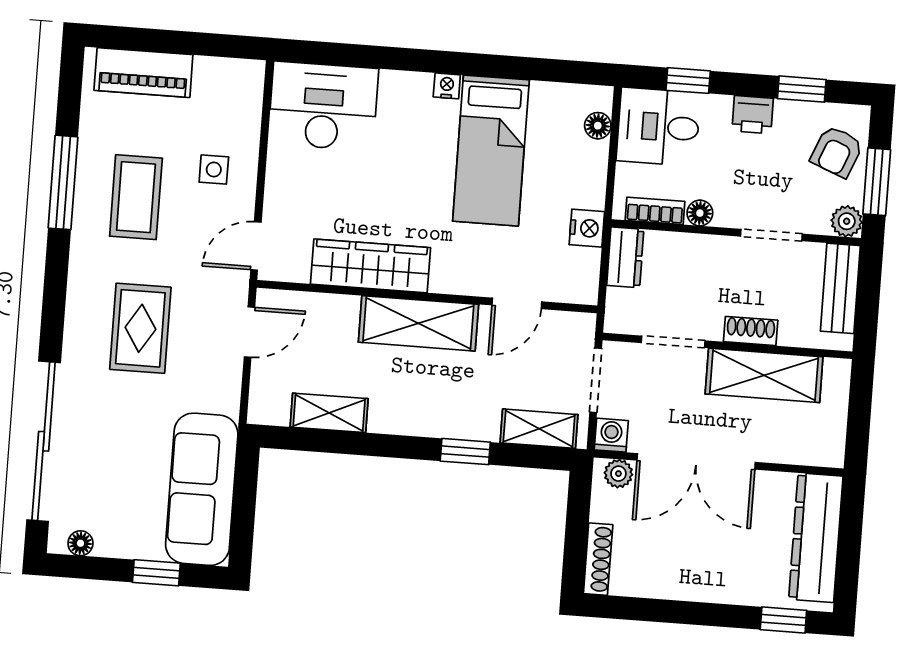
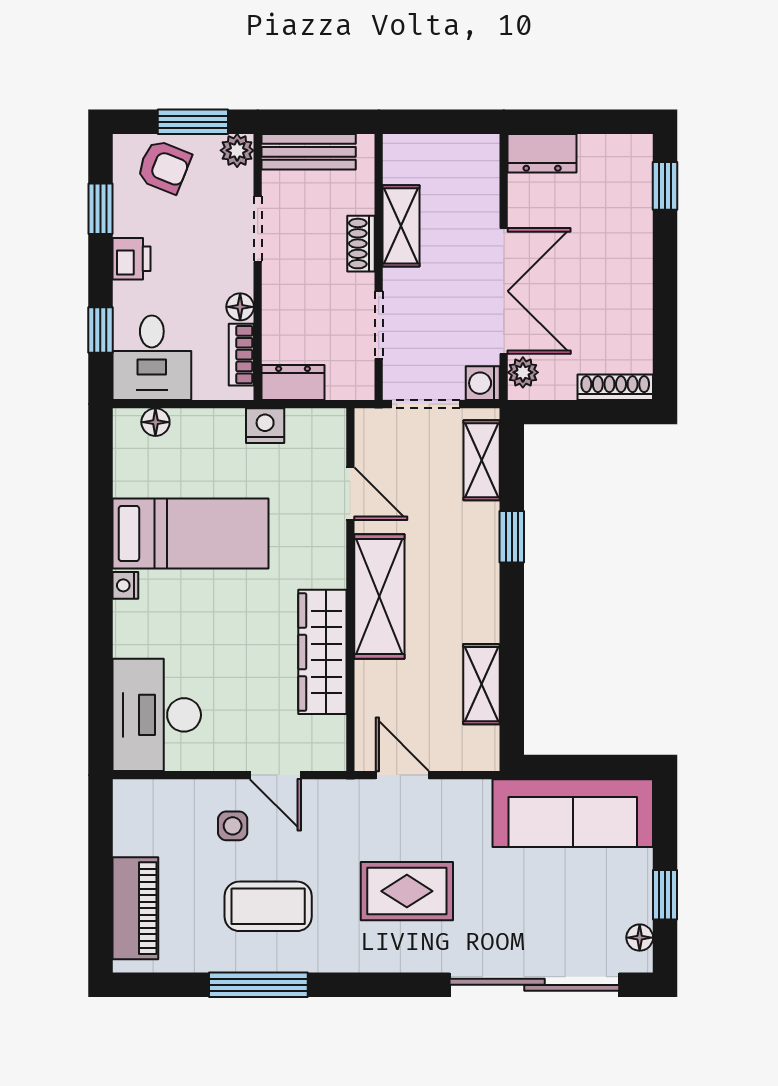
door: (256, 246) -> (275, 775), moved
shelving: (764, 375) -> (401, 226), width x0.67, depth x0.75
dresser: (816, 538) -> (542, 153), width x0.51, depth x0.80
window: (156, 573) -> (665, 895), moved

